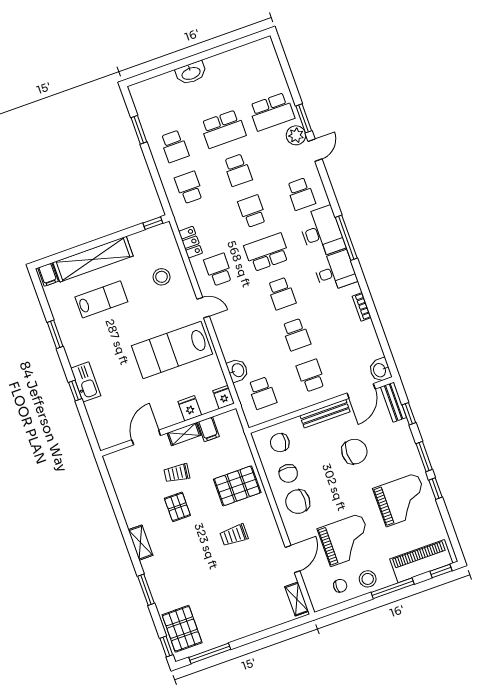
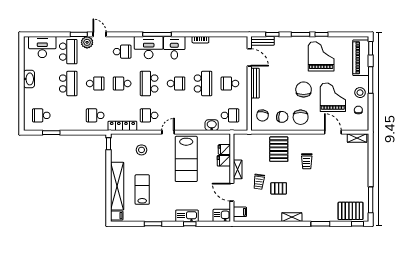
desk: (264, 70) -> (42, 47), added
washbasin: (191, 73) -> (29, 79), moved
school desk: (174, 146) -> (41, 115), moved, turned 180
locker: (191, 242) -> (122, 126), width x1.53
school desk: (296, 335) -> (203, 83), width x1.85
washbasin: (380, 370) -> (241, 42), removed
fridge: (224, 397) -> (224, 149), moved
filing cabinet: (208, 429) -> (240, 212), moved
kitchen sink: (105, 435) -> (222, 215), added
chair: (354, 452) -> (304, 90), moved

